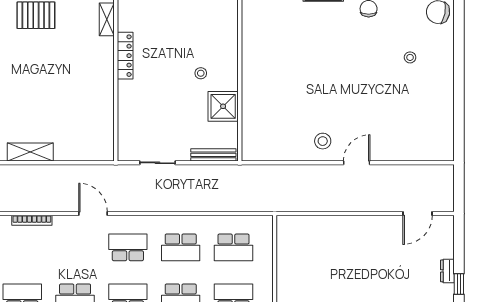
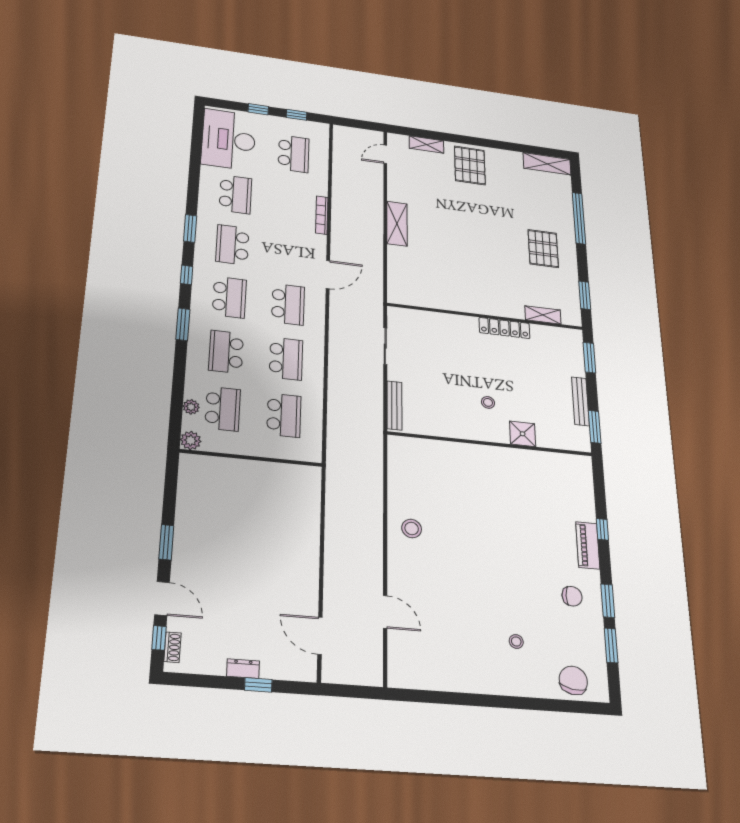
shower: (223, 106) -> (523, 434), moved, width x0.73, depth x0.73
door: (357, 163) -> (385, 612), moved
school desk: (181, 247) -> (286, 359), turned 180
school desk: (233, 247) -> (284, 415), turned 180
window: (459, 284) -> (258, 685), moved

